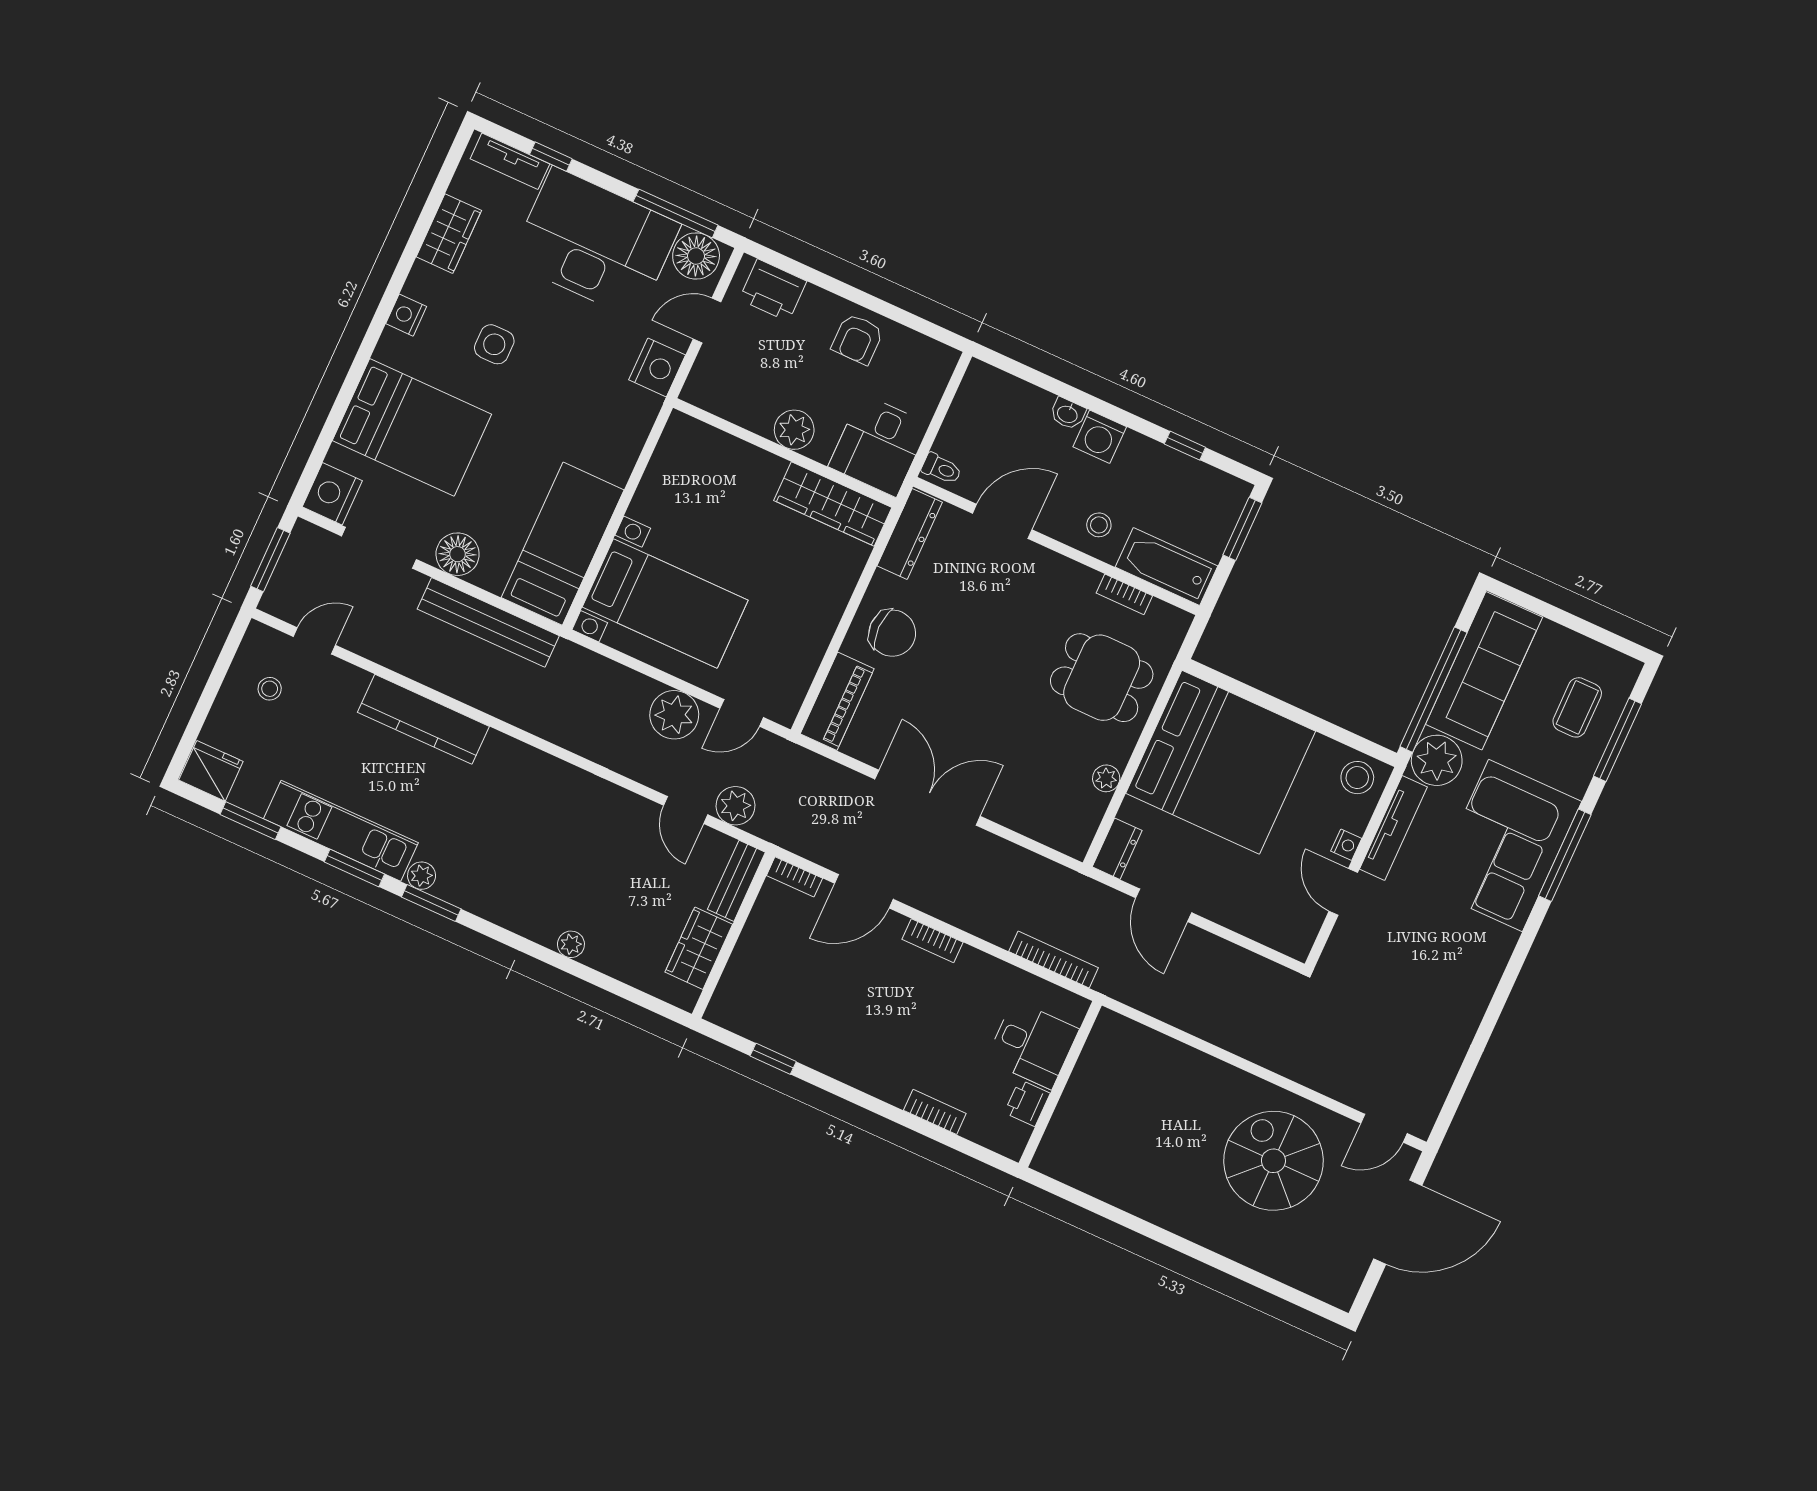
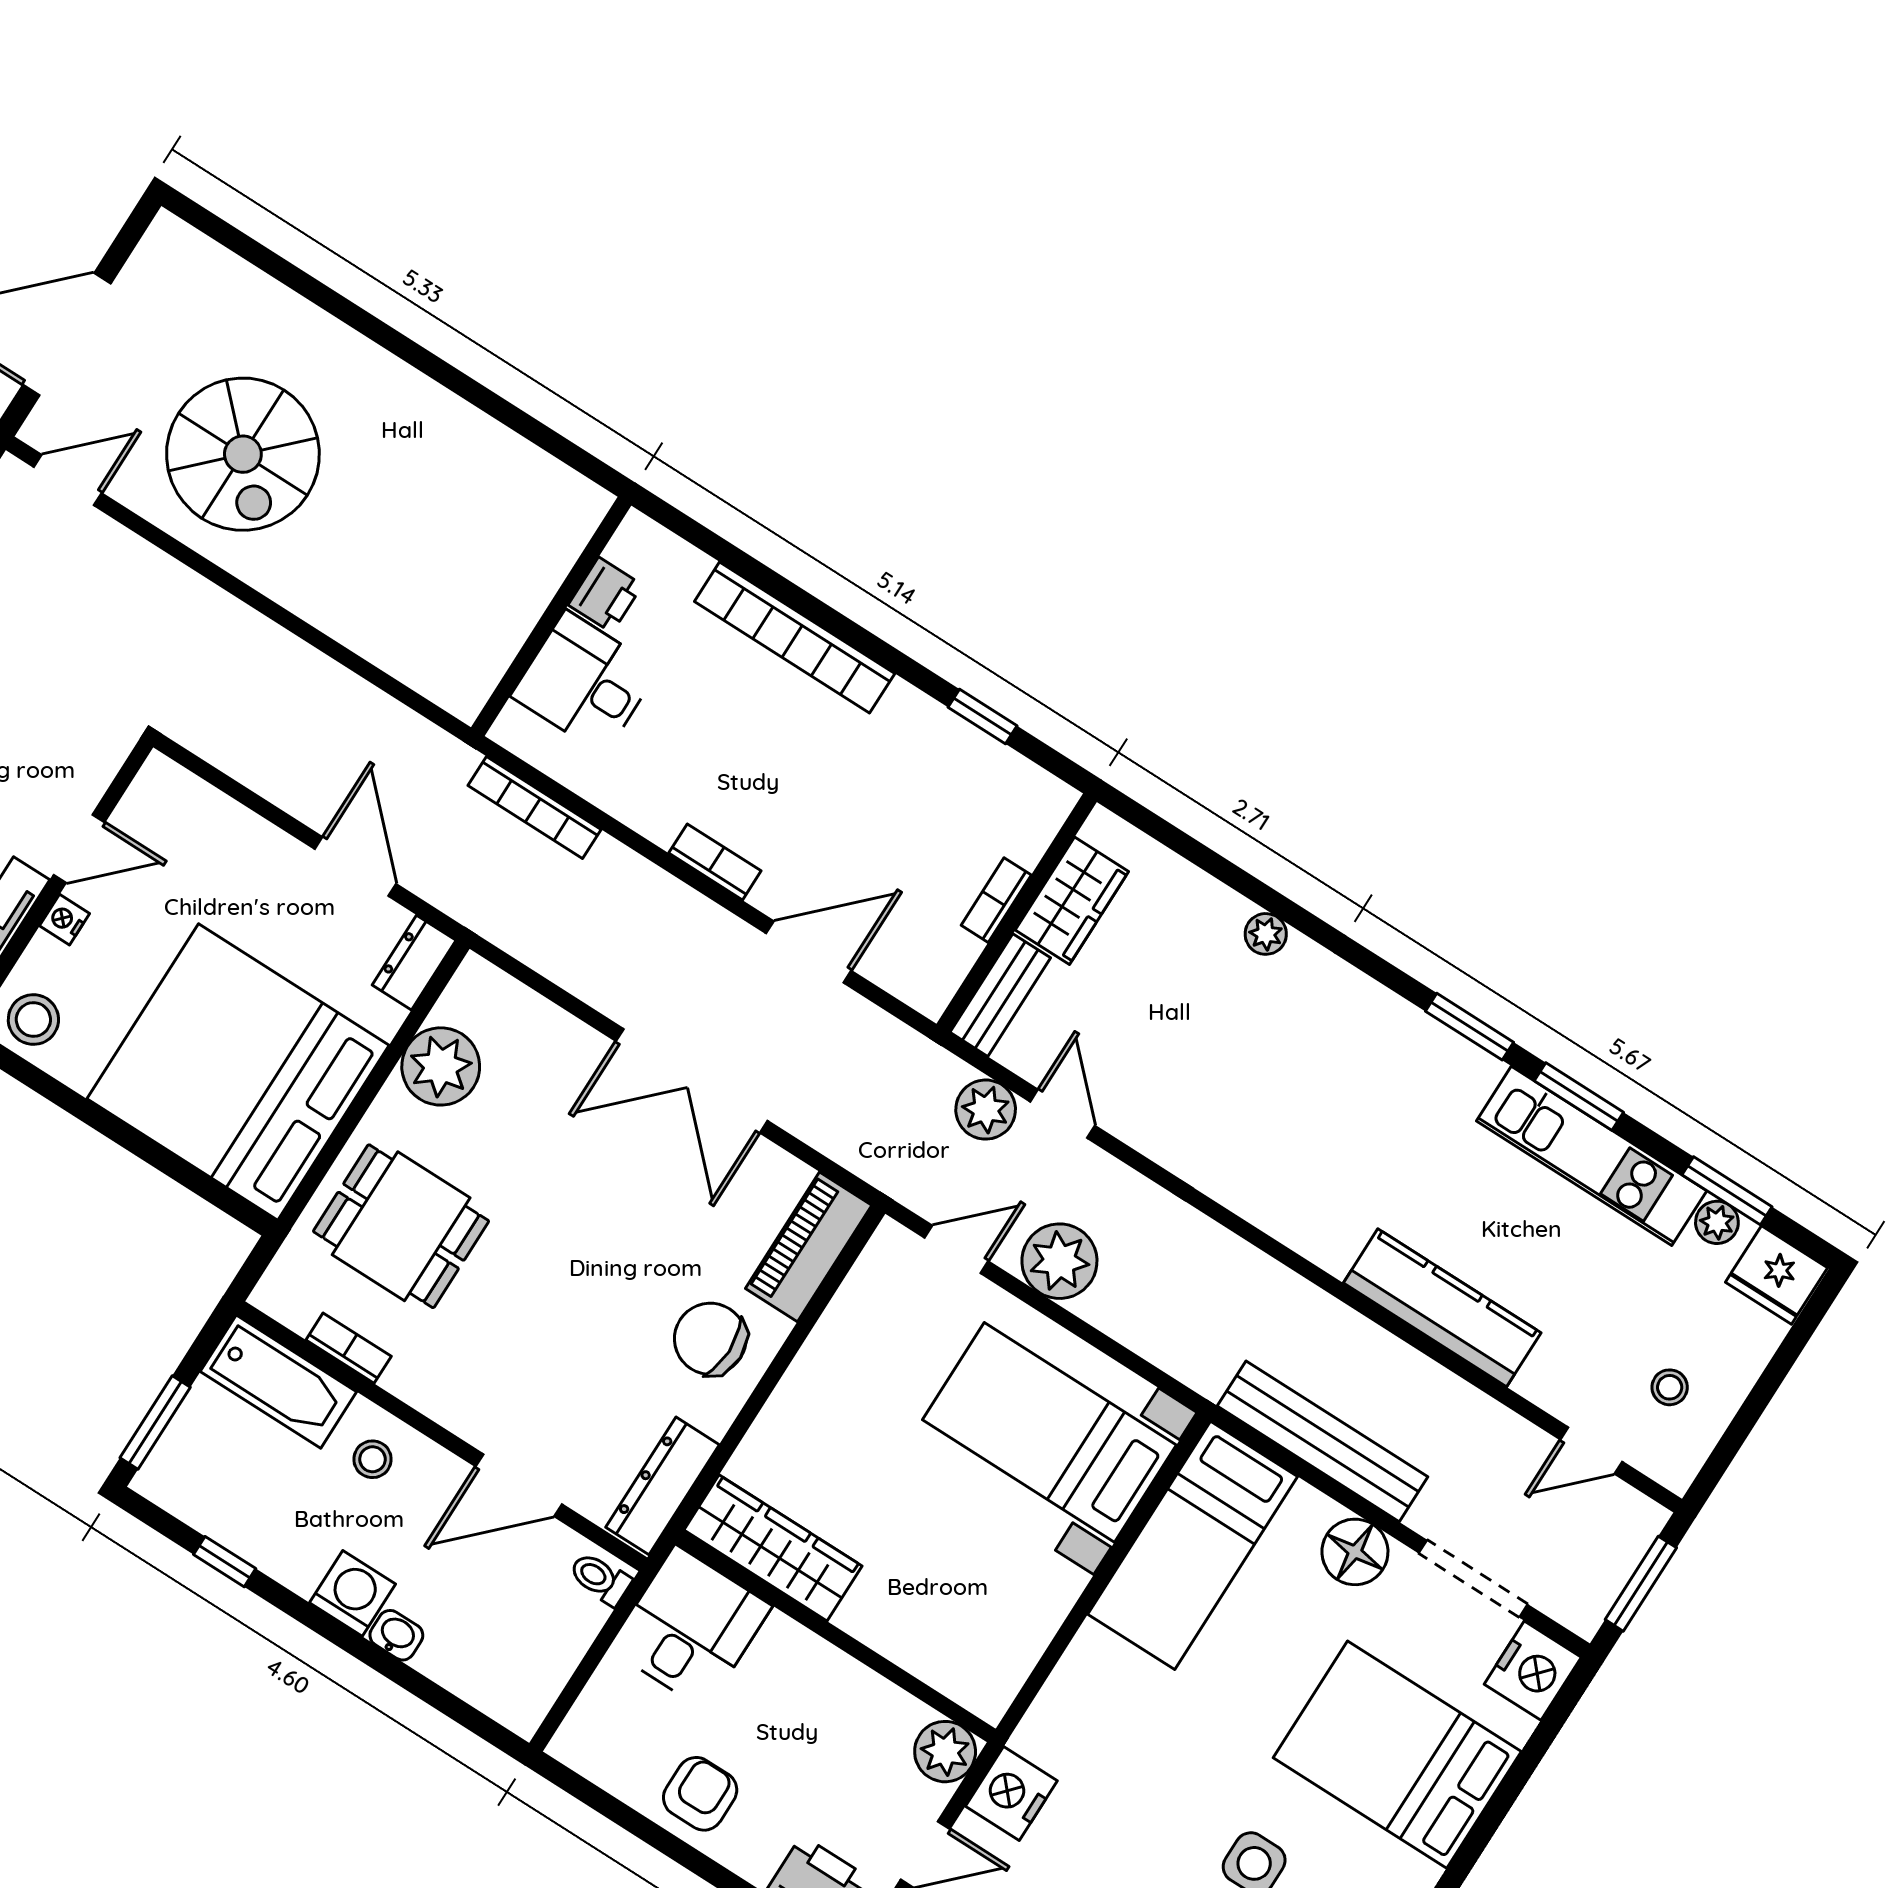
plant: (794, 430) -> (945, 1752), moved
plant: (1106, 778) -> (441, 1066), width x1.88, depth x1.88
plant: (422, 876) -> (1717, 1222), moved
bookcase: (794, 877) -> (996, 900), moved, turned -90
door: (1343, 892) -> (79, 849), hinge flipped
bookcase: (935, 1112) -> (795, 637), width x2.31, depth x1.31

